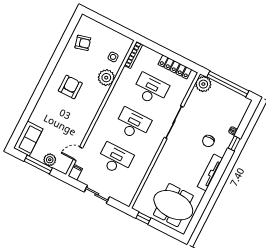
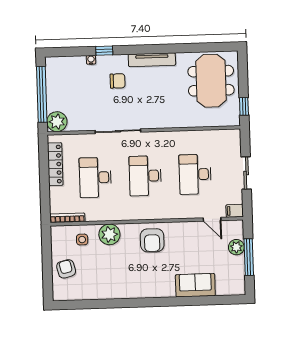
armchair: (83, 43) -> (66, 269), moved
armchair: (70, 87) -> (152, 240), moved, turned -90
sofa: (28, 139) -> (195, 285), moved

